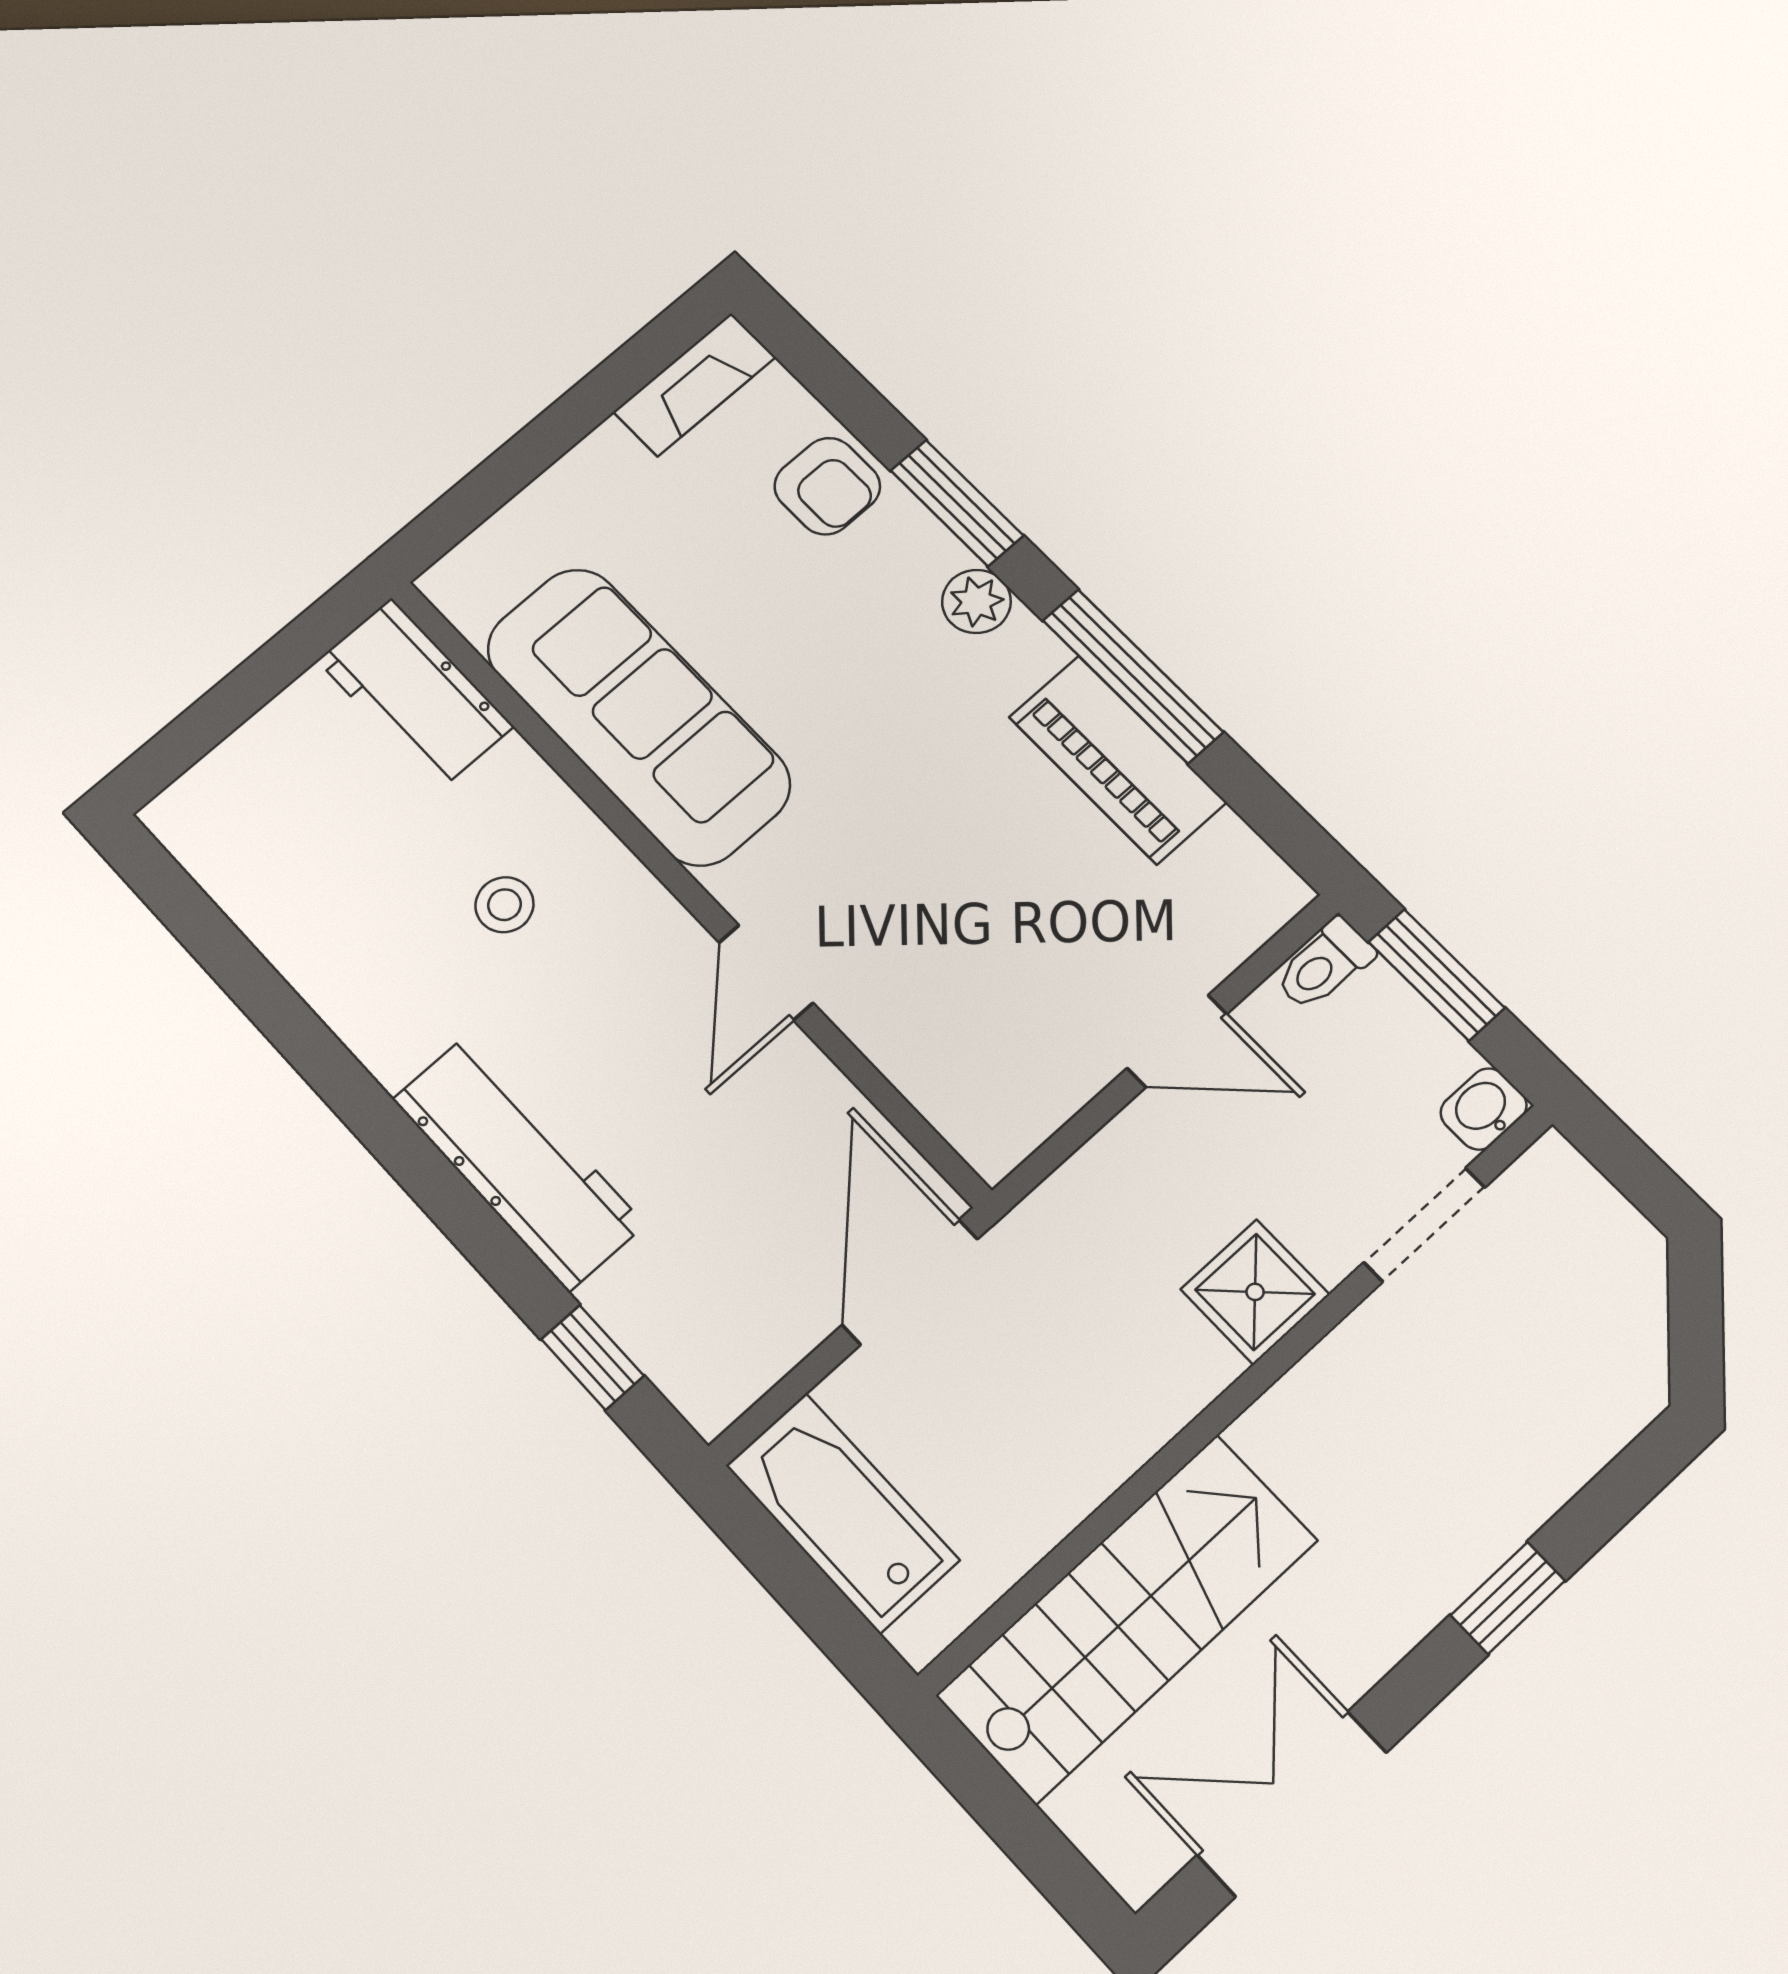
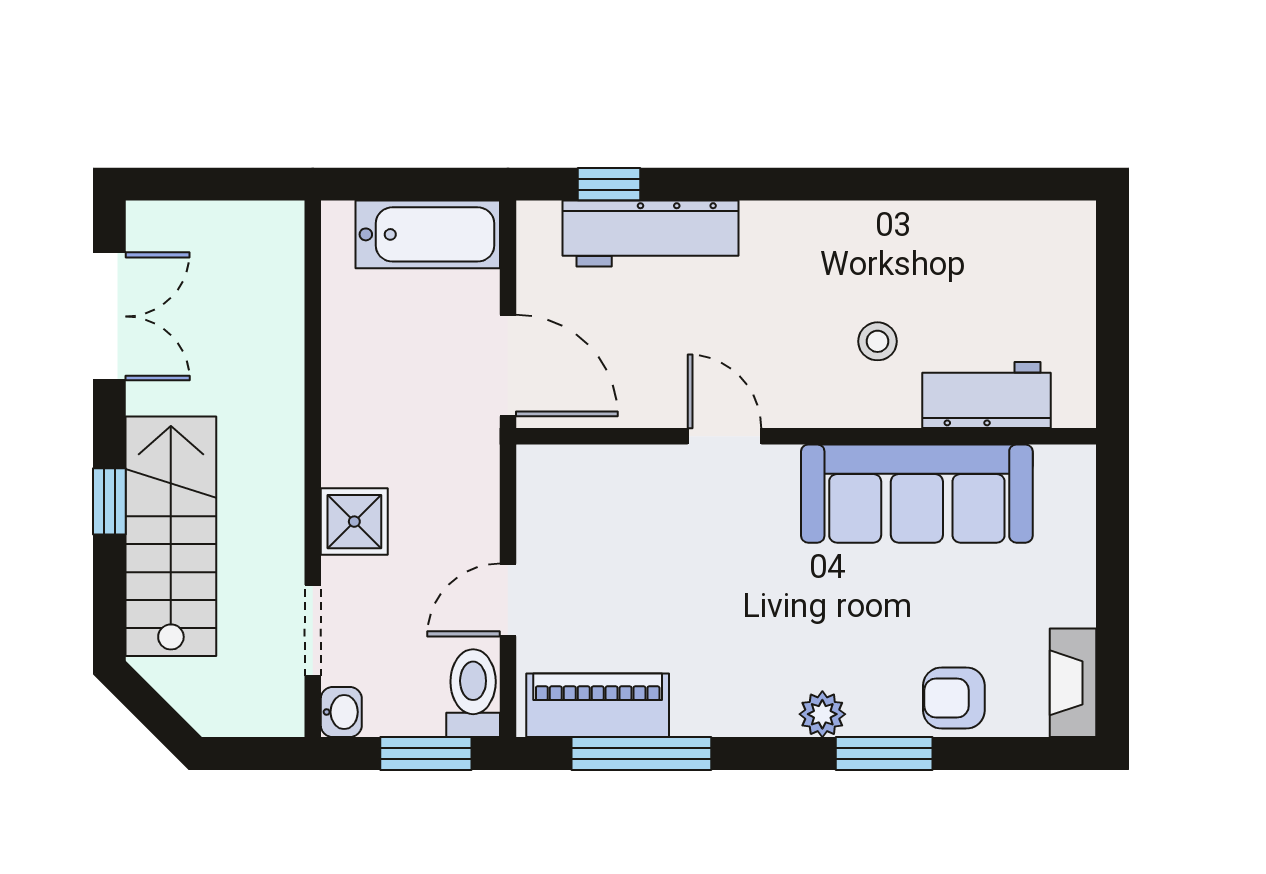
window: (1133, 676) -> (641, 753), moved
workbench: (415, 693) -> (986, 395), moved
piano: (1117, 760) -> (598, 705), moved
toilet: (1324, 965) -> (473, 693), width x1.37, depth x1.39
workbench: (518, 1162) -> (650, 233), moved
stairs: (1127, 1618) -> (171, 536), moved, turned 180

